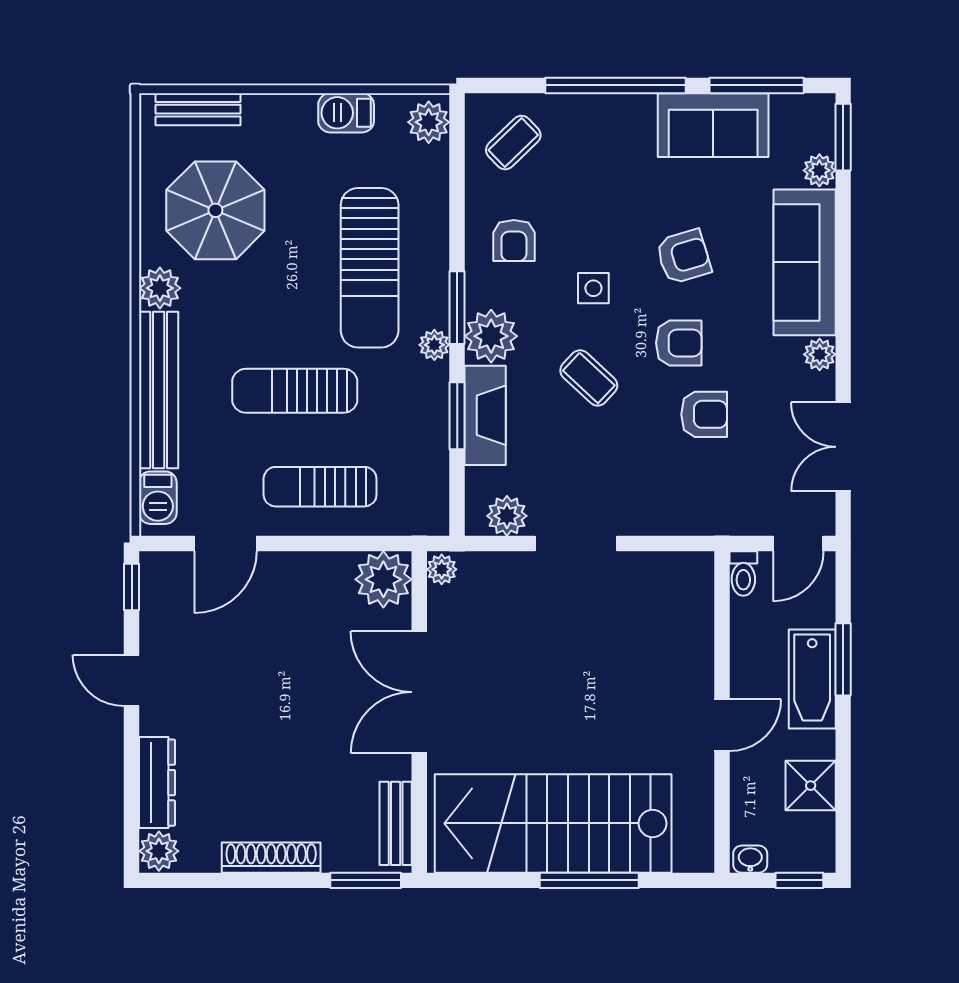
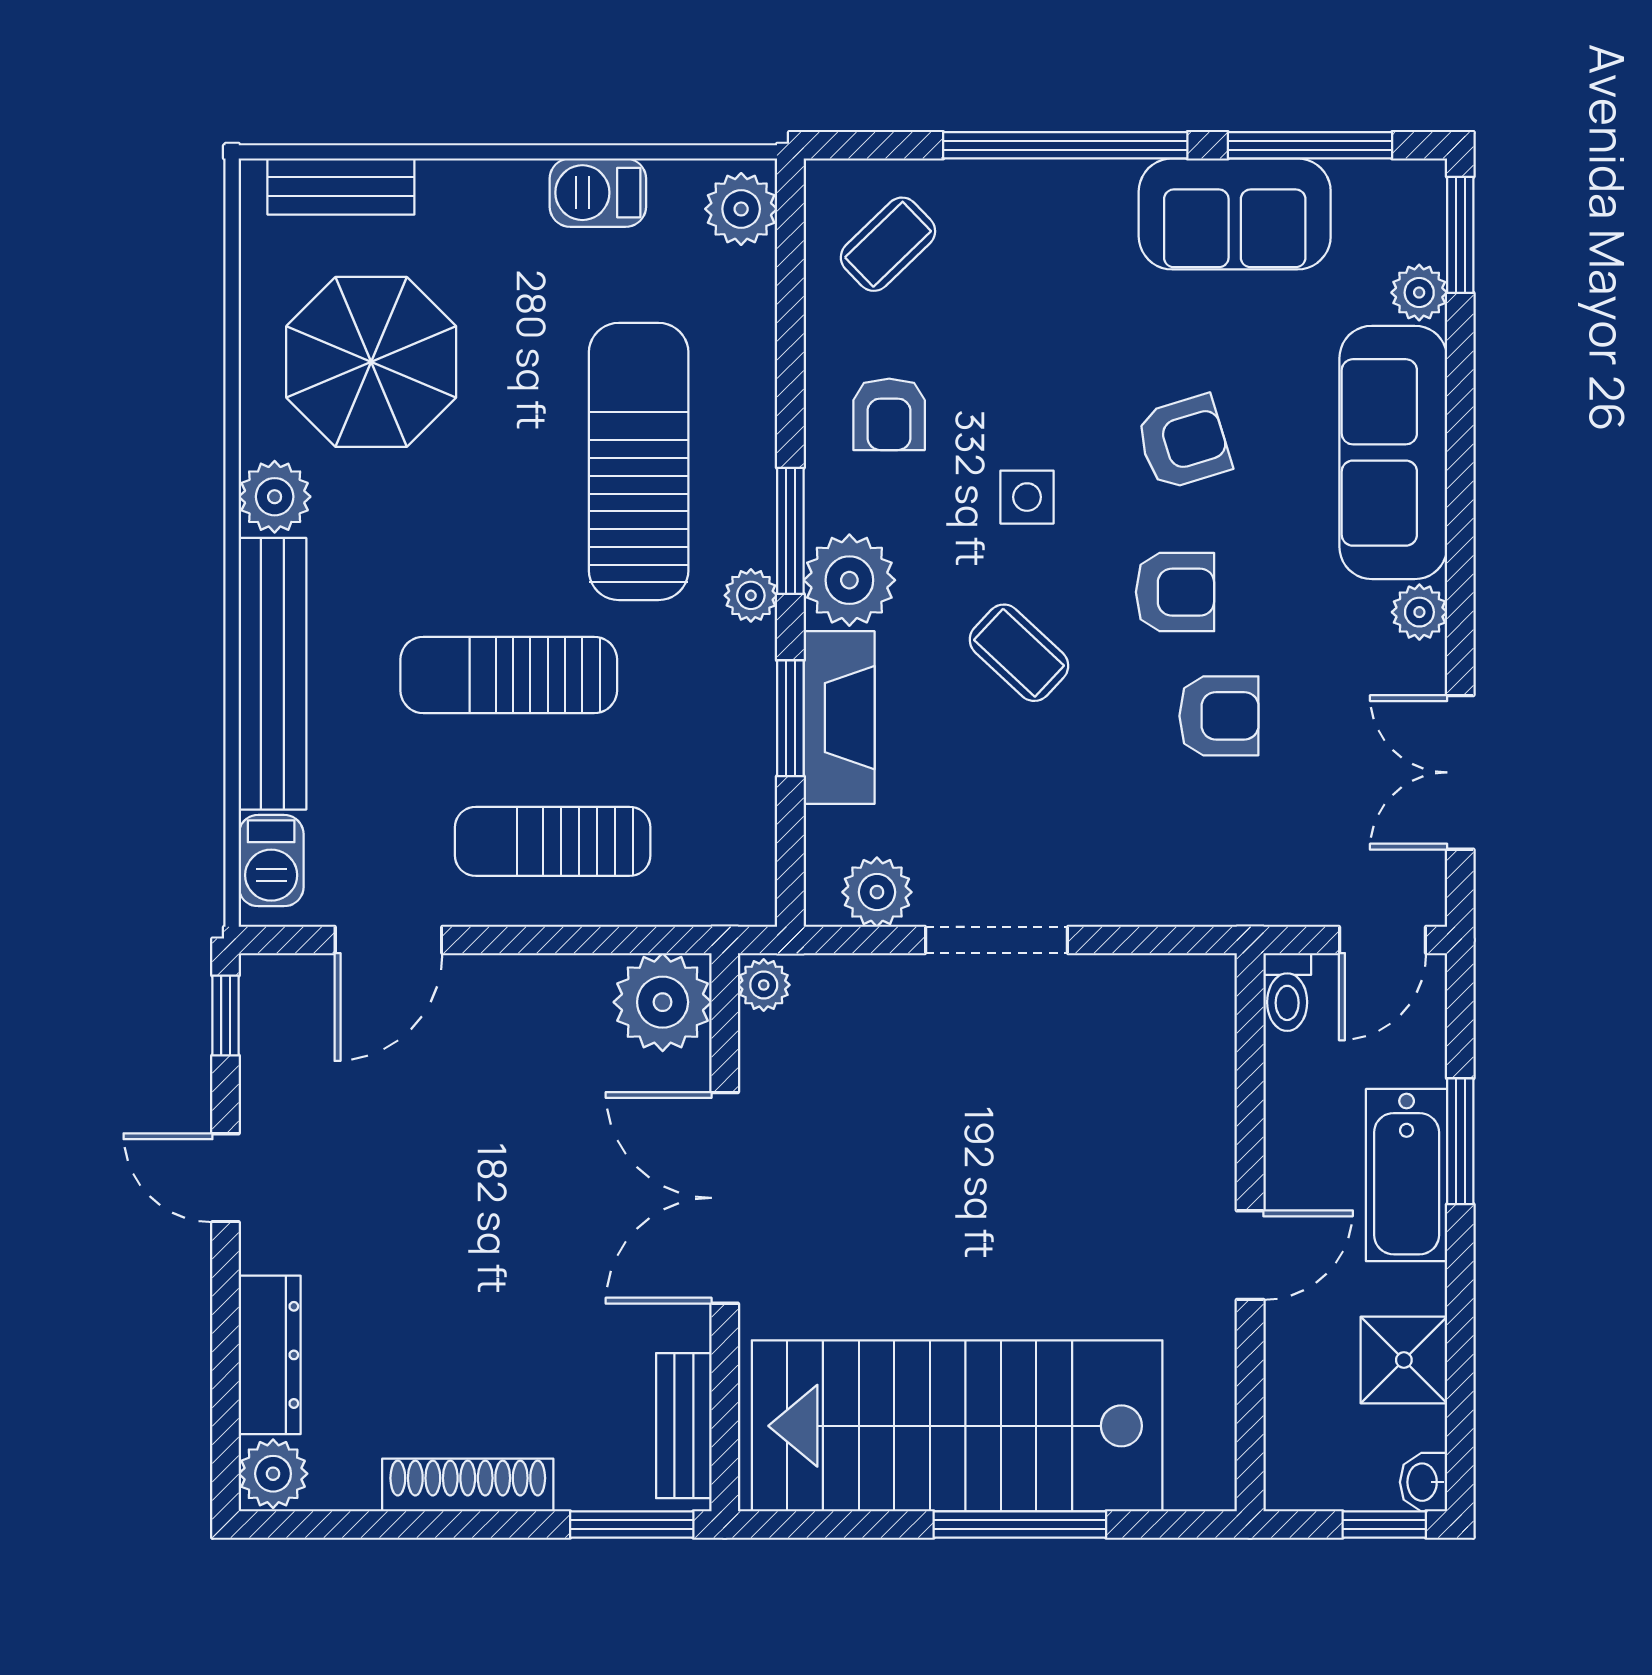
sun lounger: (370, 268) -> (639, 461), turned 180
washbasin: (750, 859) -> (1423, 1482), moved, turned -90

